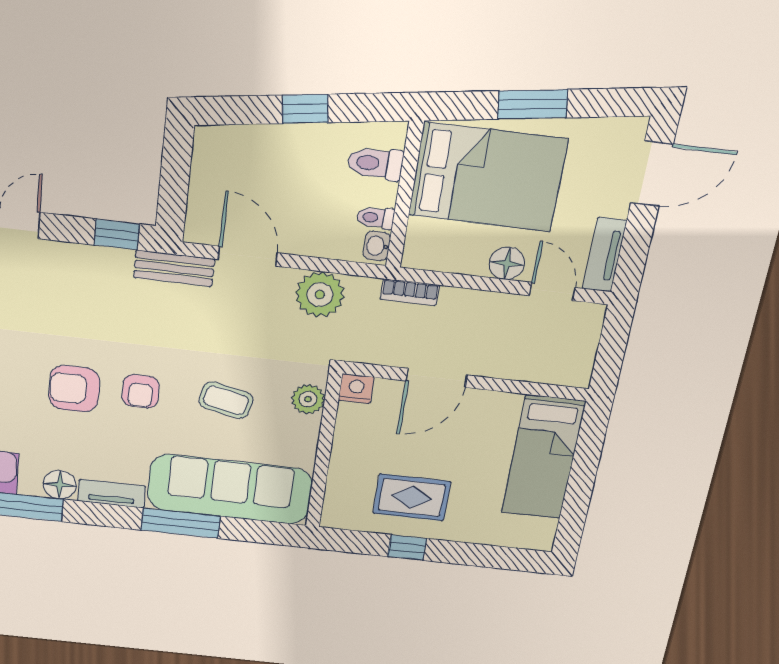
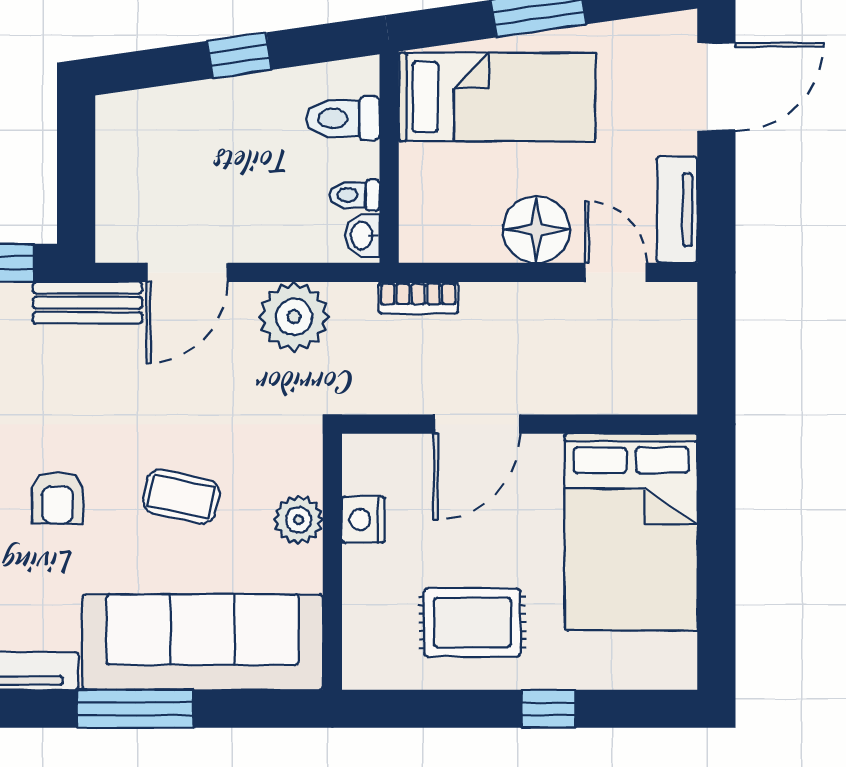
bed: (488, 177) -> (497, 97), width x0.67
door: (248, 256) -> (187, 272), swing flipped
floor lamp: (507, 263) -> (536, 230), width x1.38, depth x1.38
nightstand: (356, 389) -> (363, 520), moved, turned -90
plant: (308, 399) -> (299, 520), moved
bed: (543, 457) -> (631, 532), width x1.50
window: (407, 547) -> (548, 709), moved

